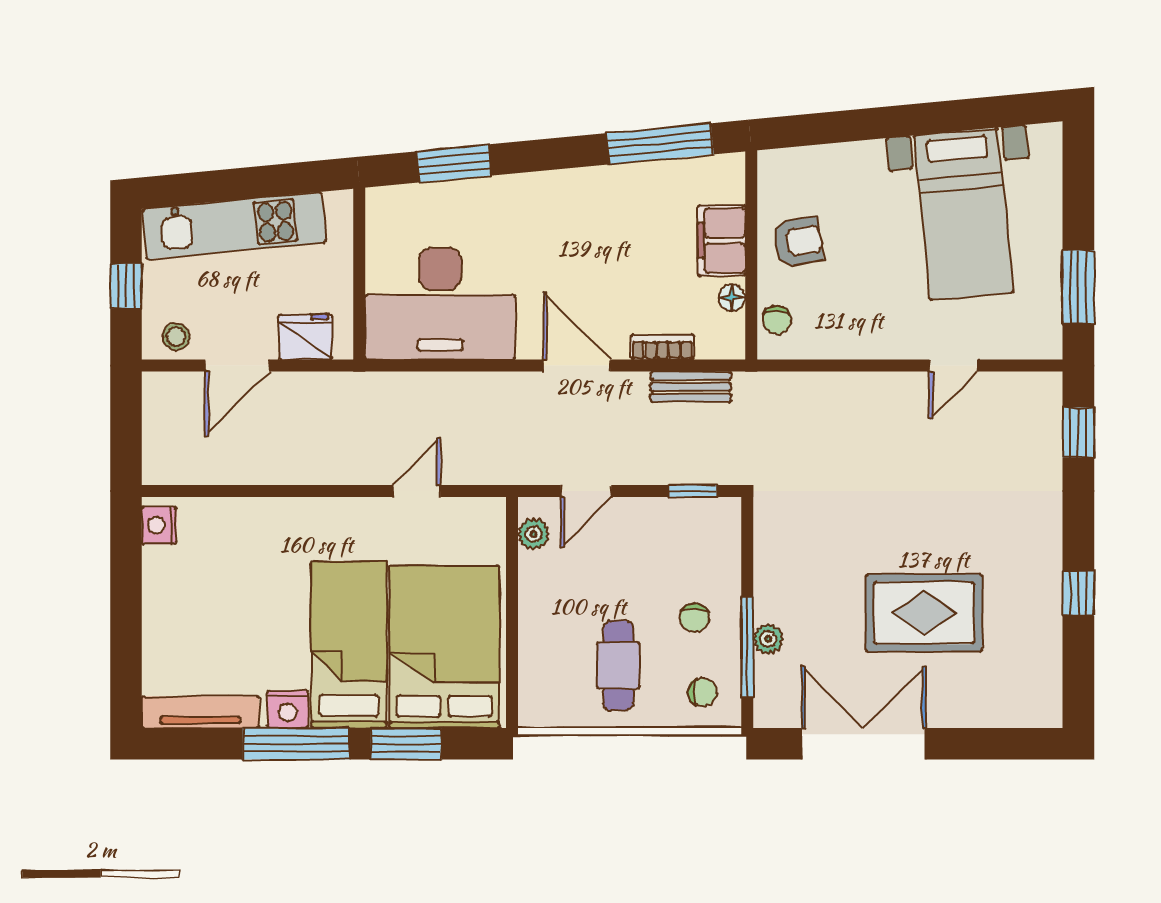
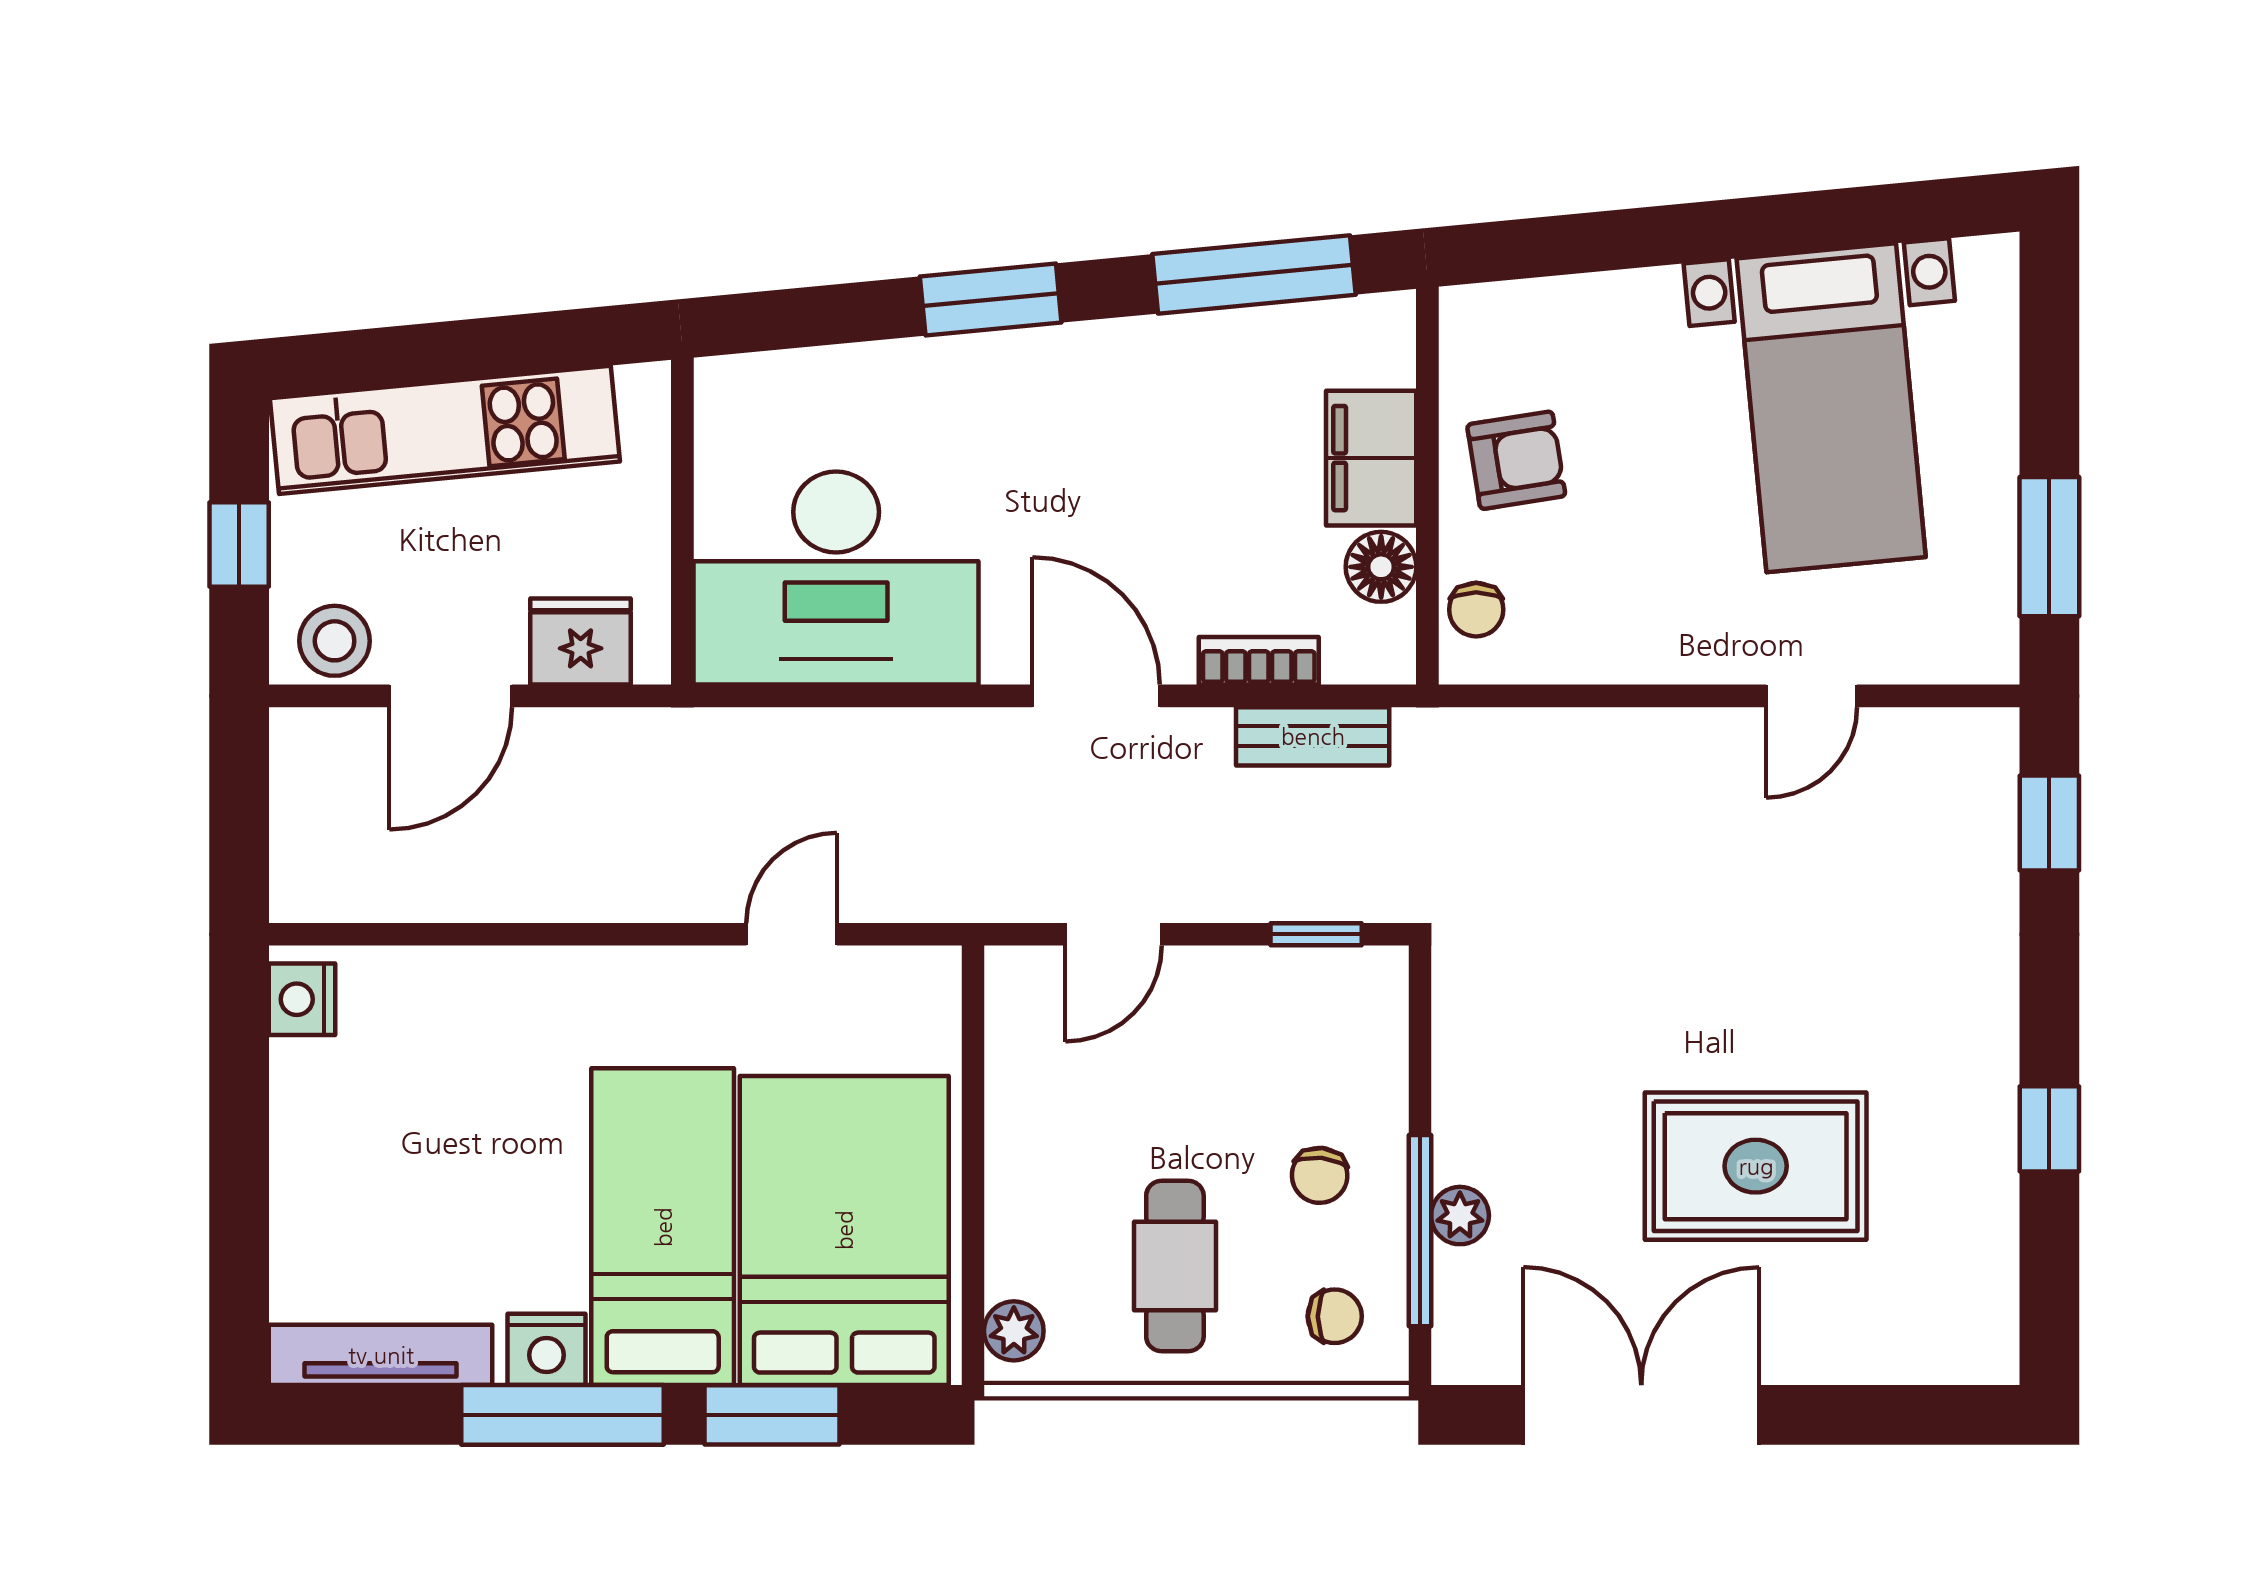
window: (454, 163) -> (991, 300), moved
floor lamp: (732, 298) -> (1381, 567), width x1.37, depth x1.37
stool: (176, 337) -> (335, 641), width x1.37, depth x1.37
plant: (534, 534) -> (1014, 1331), moved

